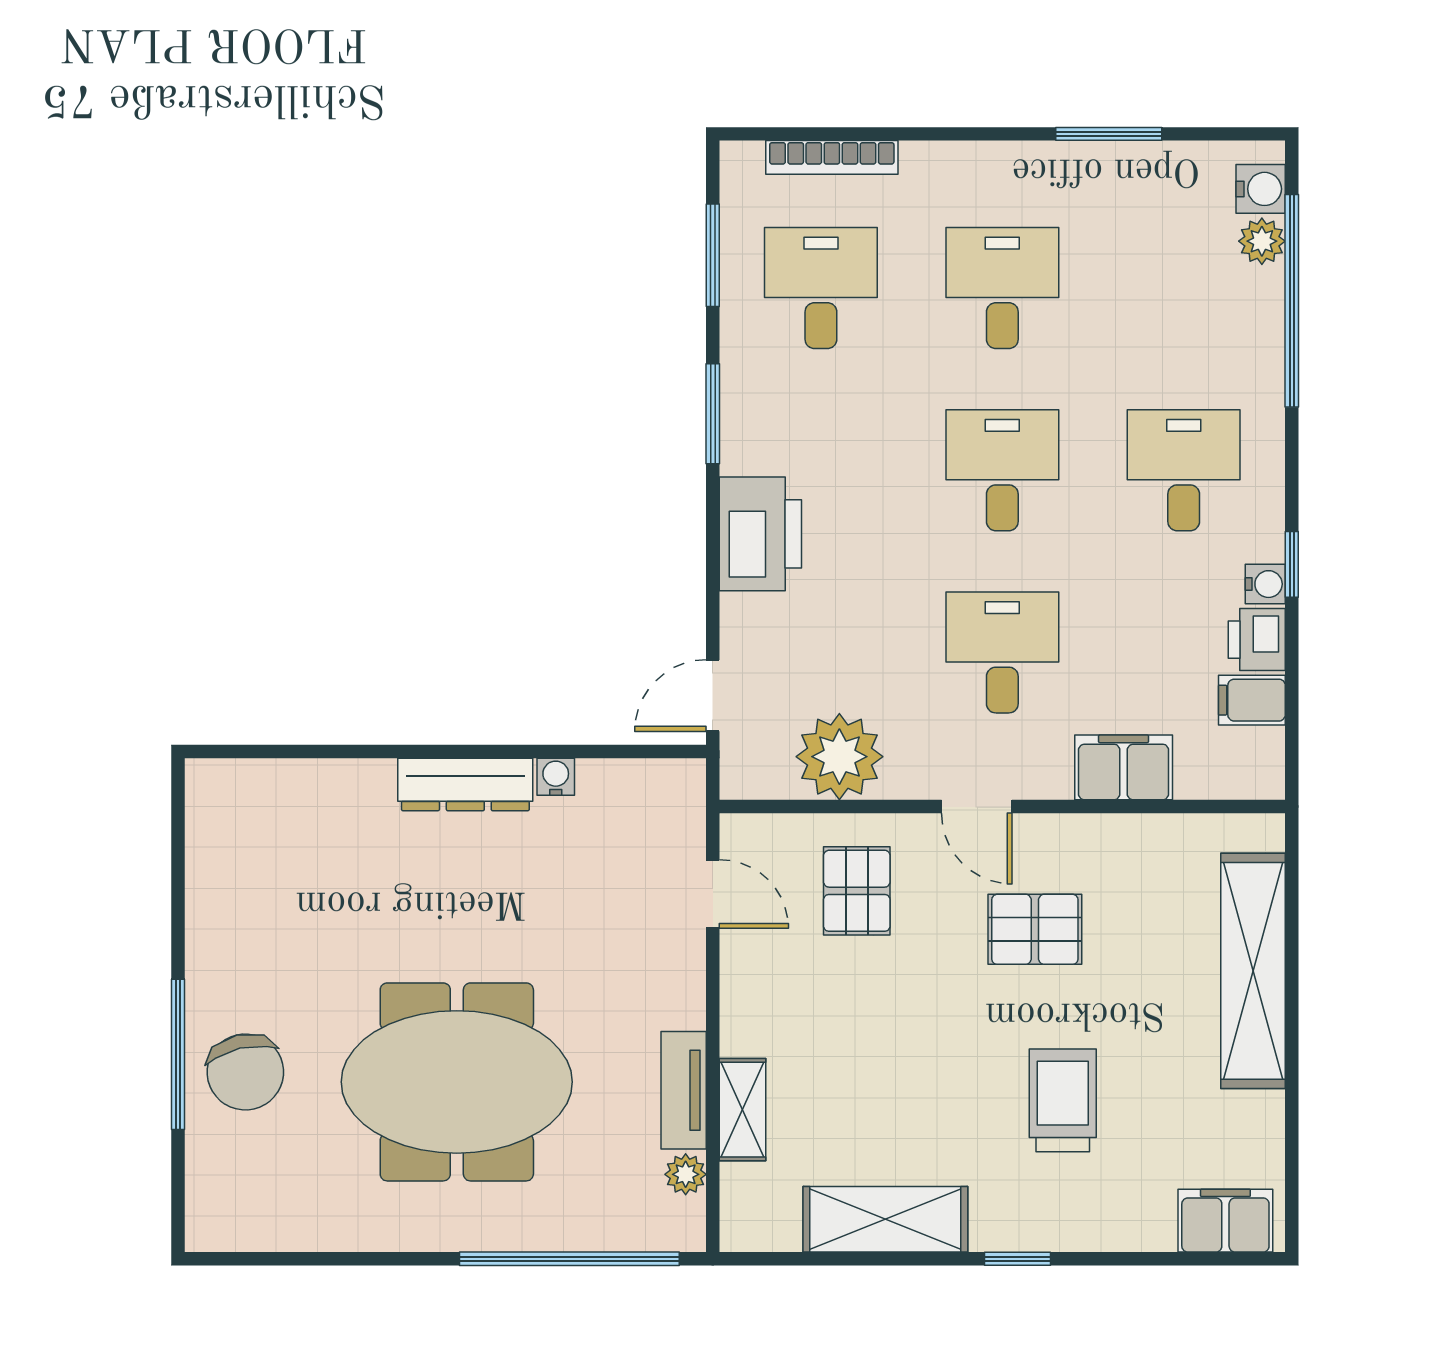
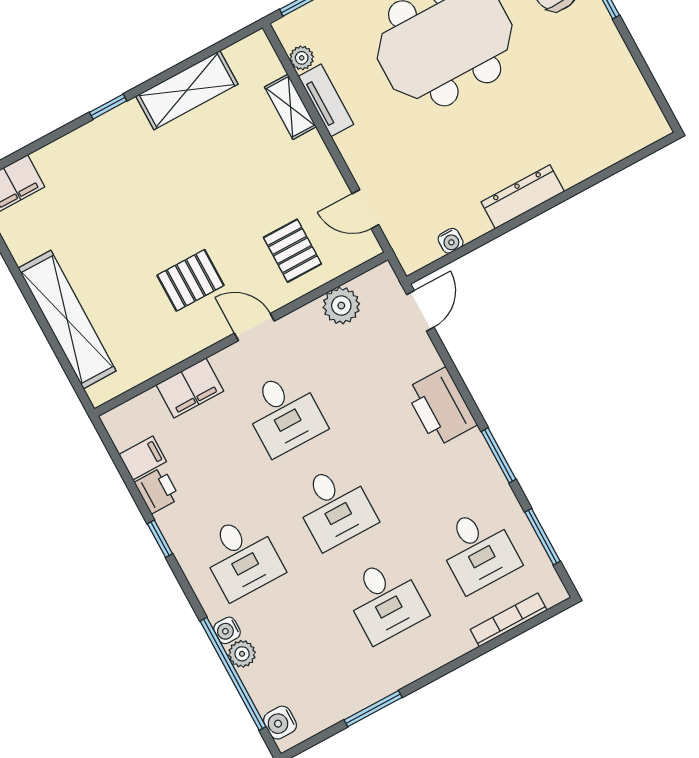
plant: (1262, 241) -> (242, 654), moved
water cooler: (1265, 584) -> (227, 630), moved
plant: (839, 757) -> (341, 306), width x0.73, depth x0.73
water cooler: (556, 777) -> (451, 241), moved
trolley: (1063, 1100) -> (129, 200), removed

